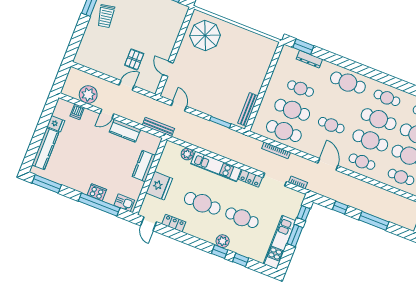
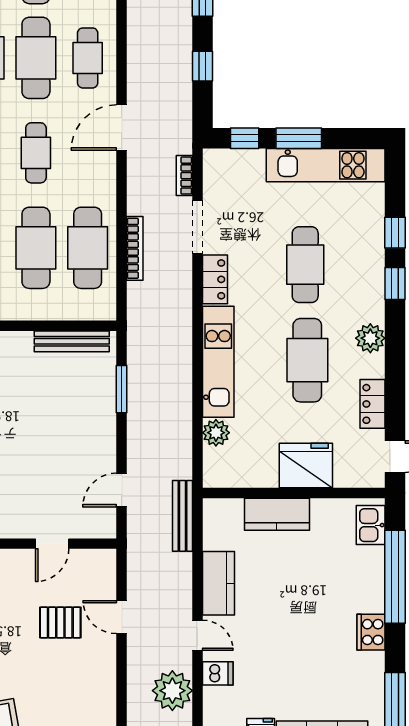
dishwasher: (77, 112) -> (218, 673), moved
cooker: (97, 192) -> (371, 632), moved
plant: (223, 241) -> (370, 338), moved

